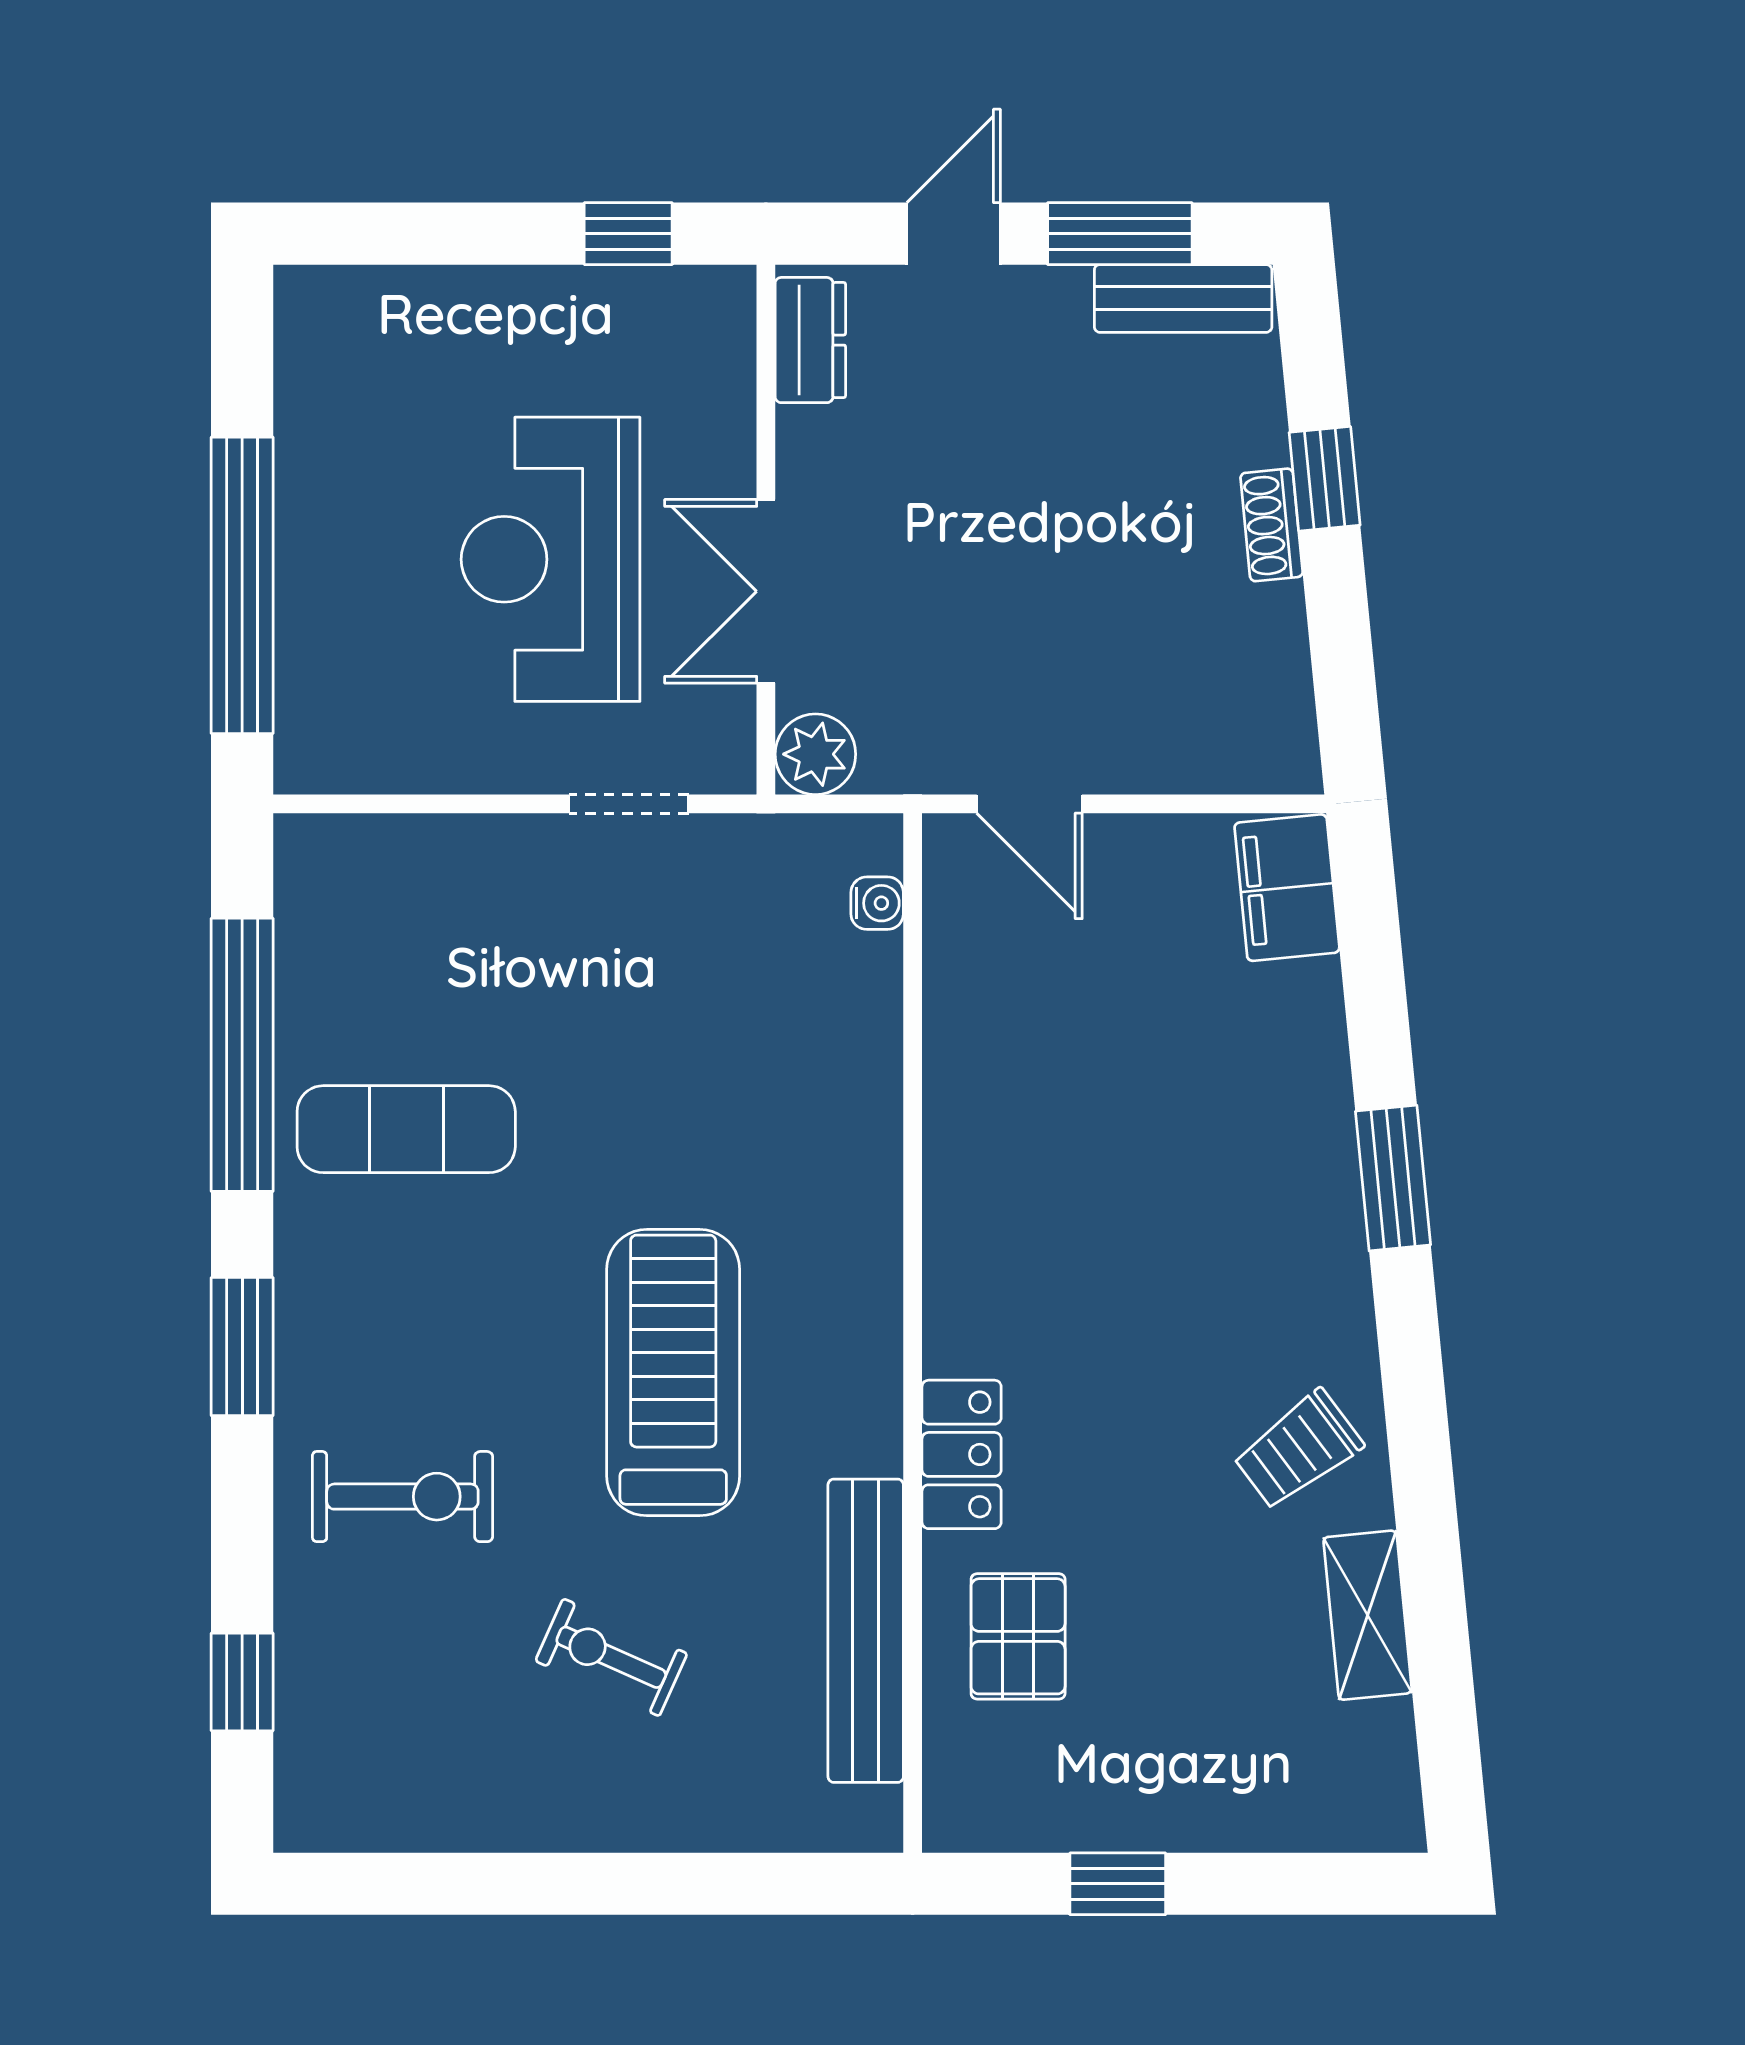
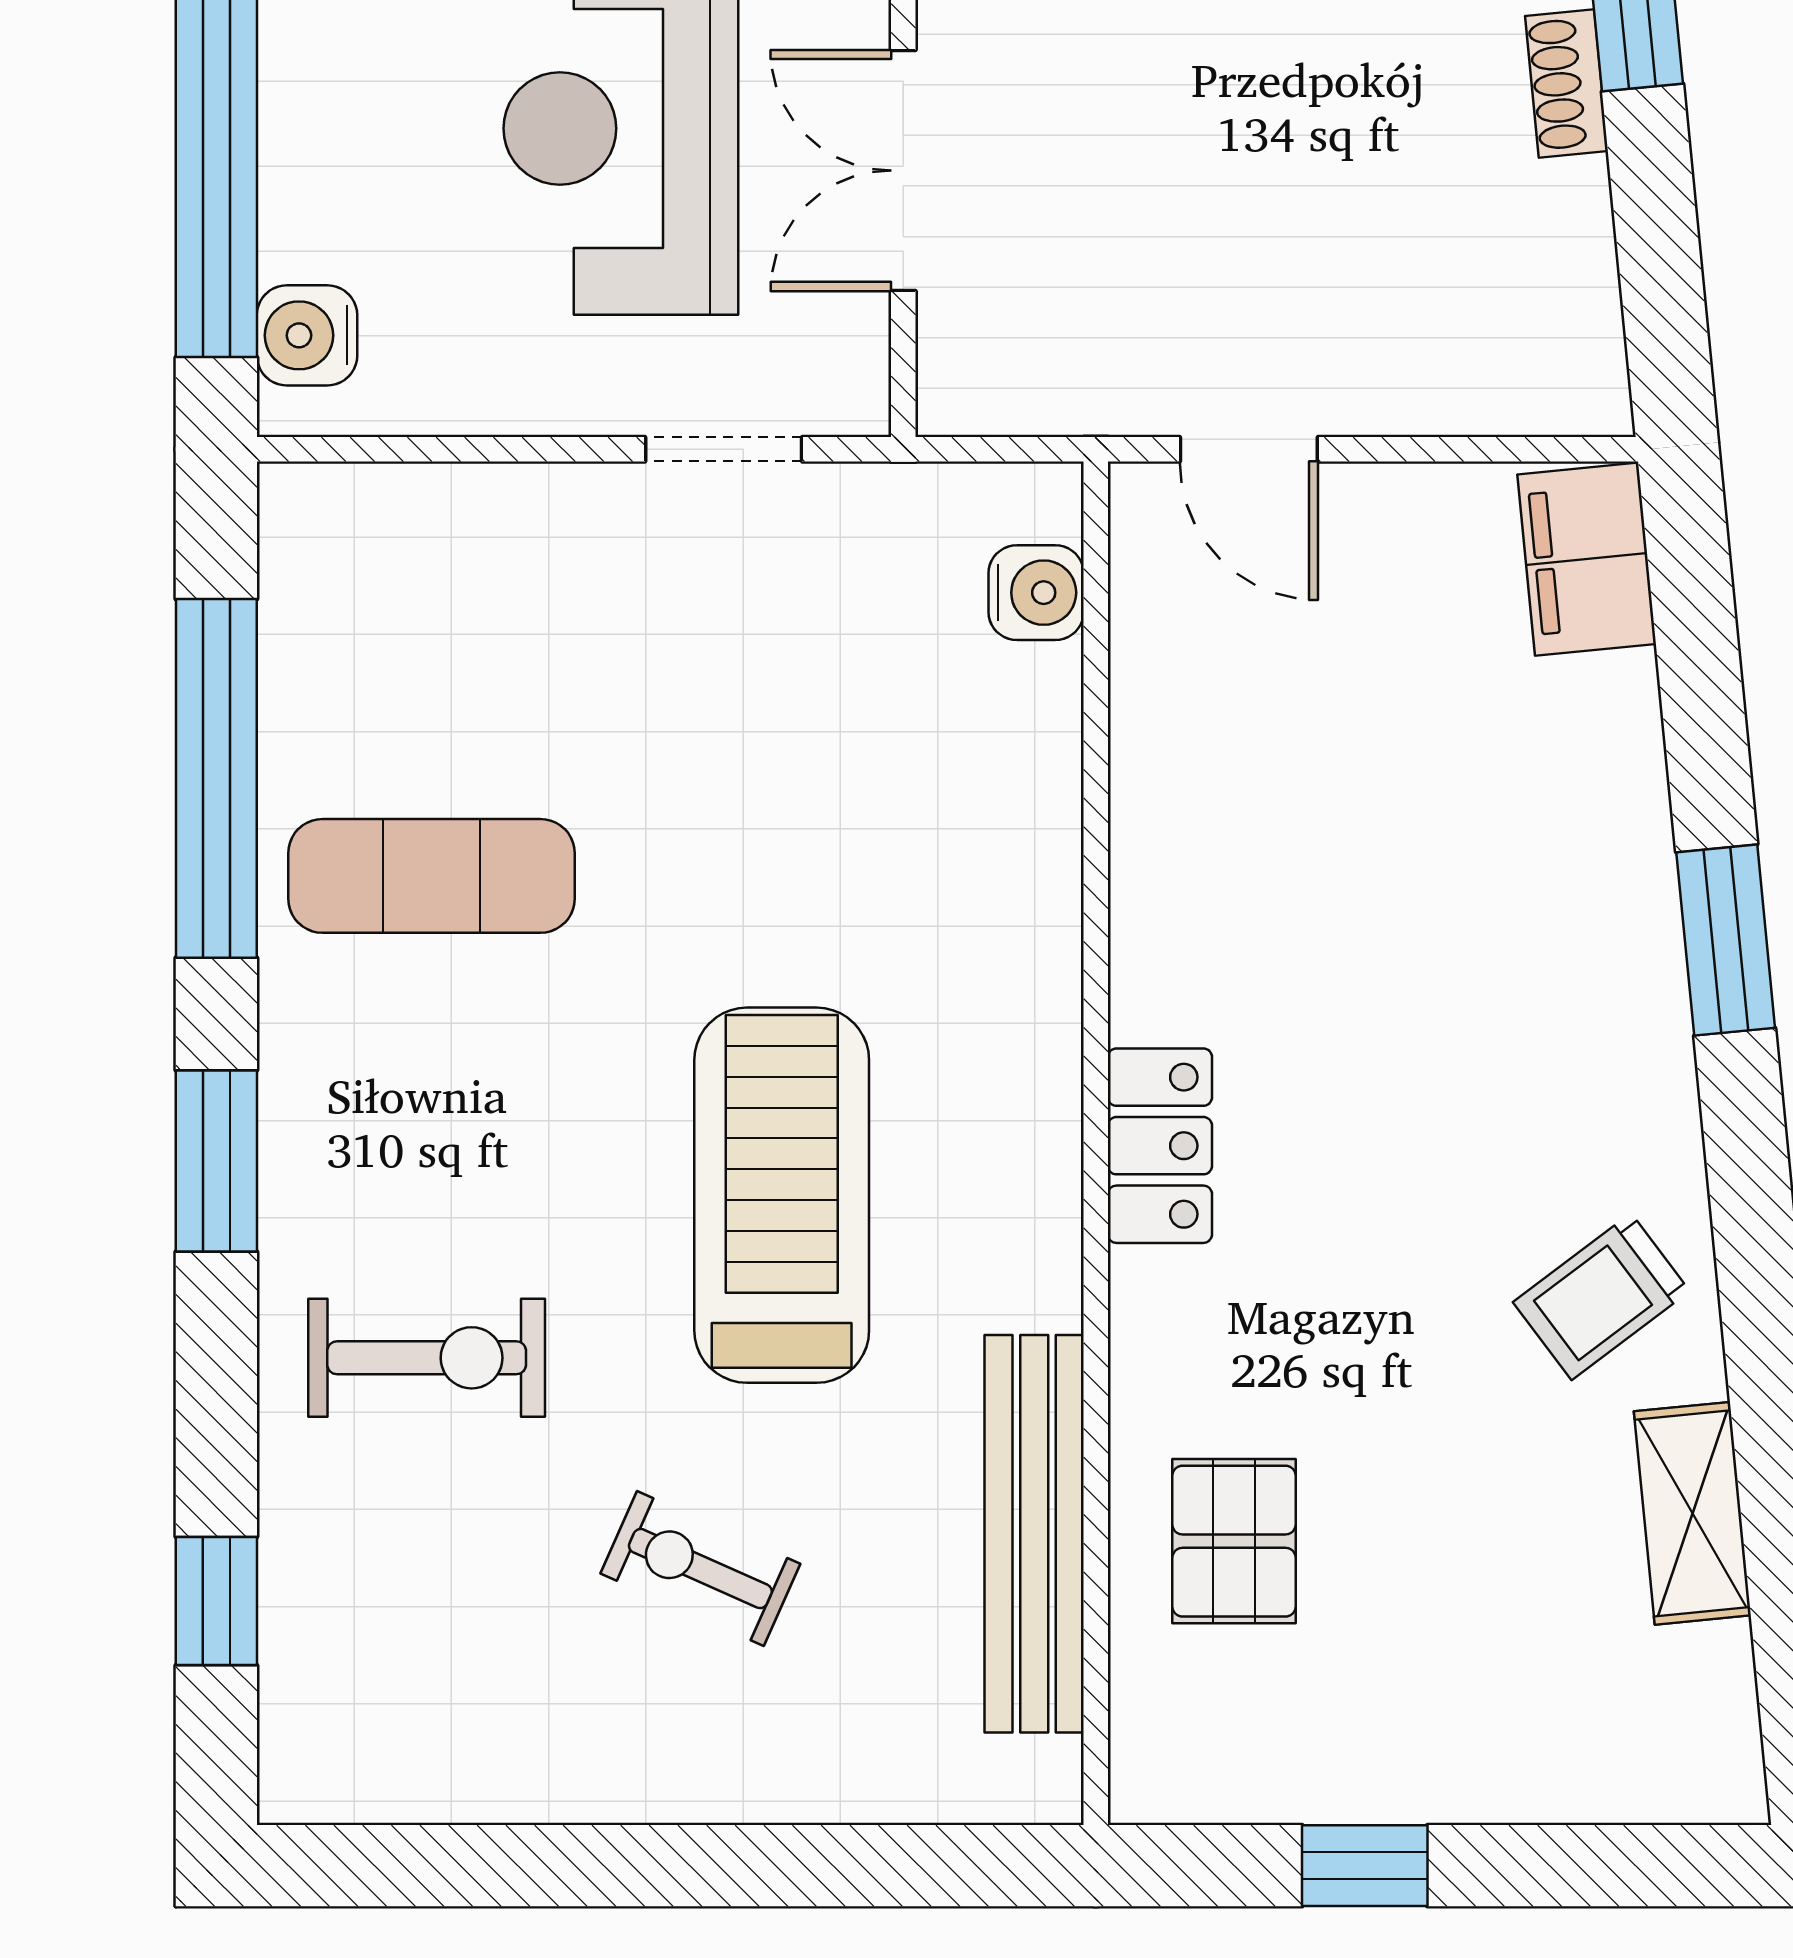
water cooler: (311, 717) -> (307, 335), added
plant: (815, 754) -> (968, 384), removed
water cooler: (877, 903) -> (1036, 593), width x1.38, depth x1.38
locker: (962, 1454) -> (1160, 1146), moved

